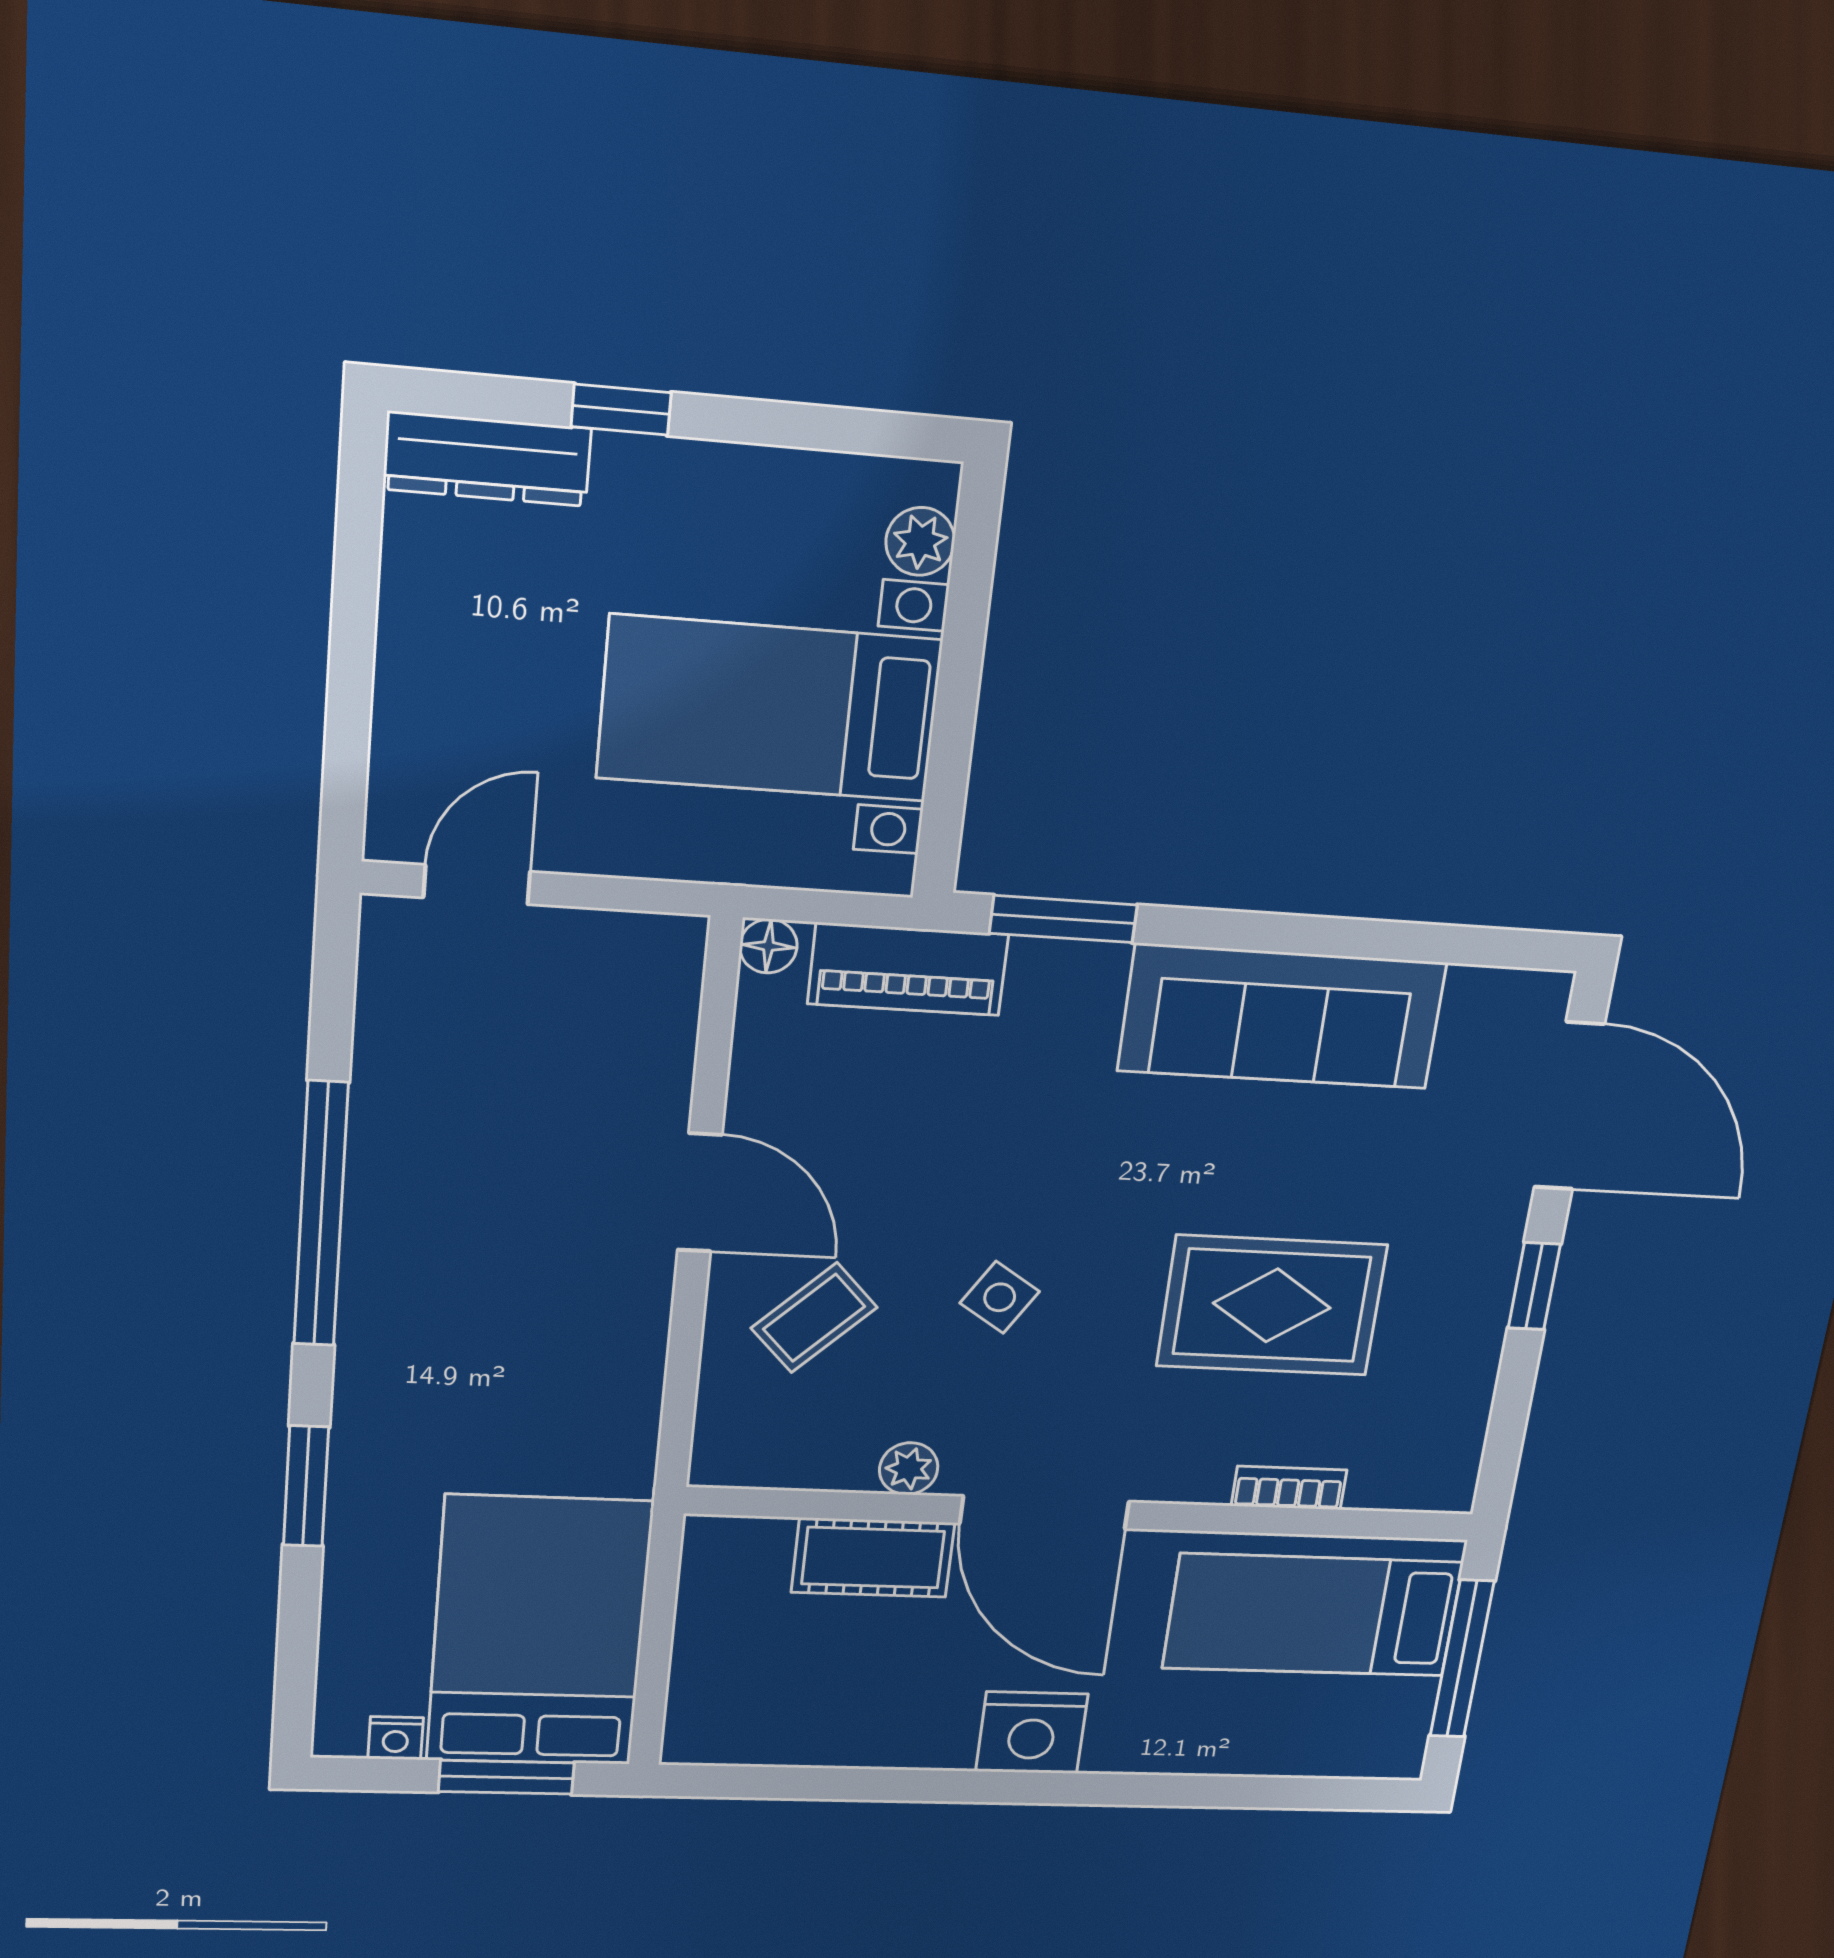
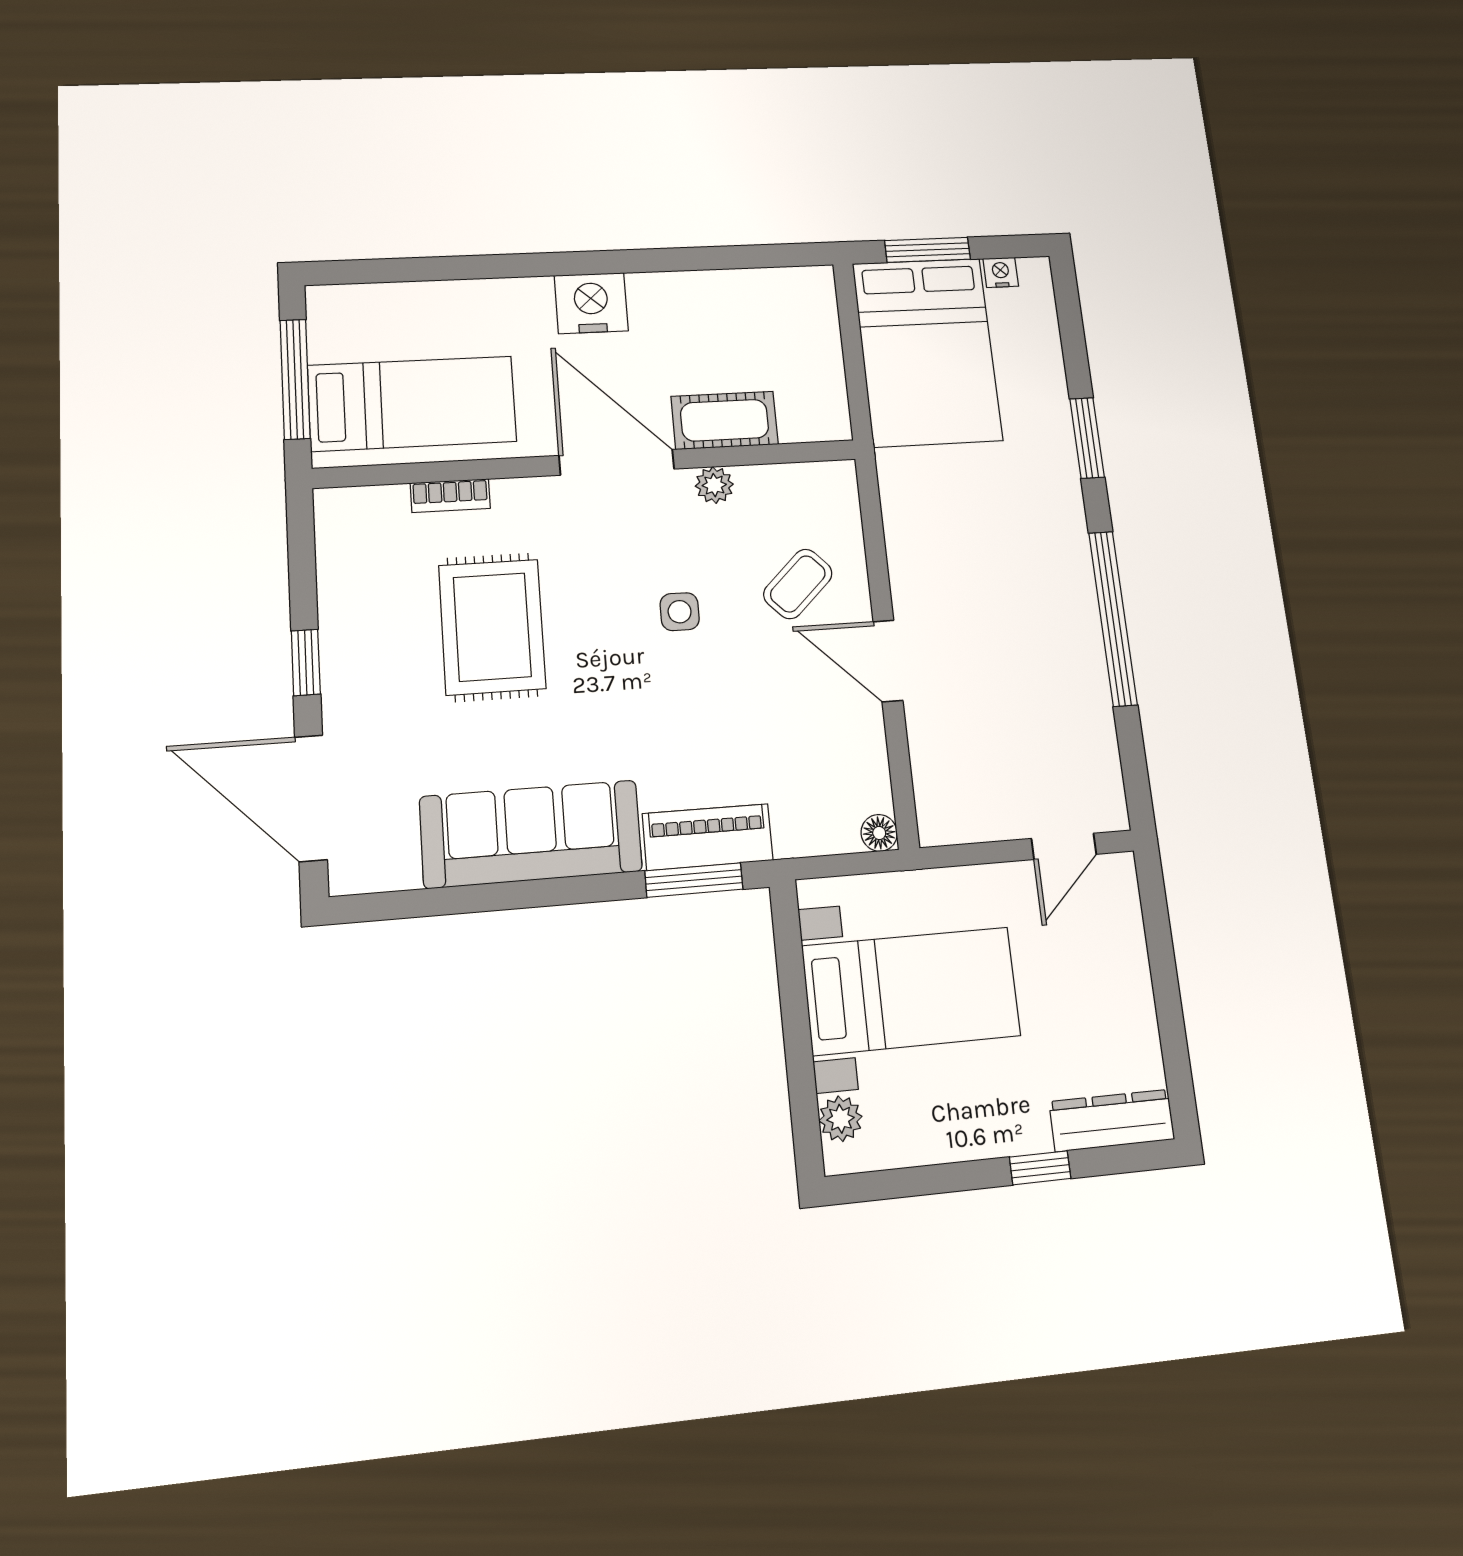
piano: (908, 969) -> (708, 837), moved
side table: (1000, 1297) -> (680, 612), turned -33
rug: (1272, 1305) -> (492, 627), turned 90

